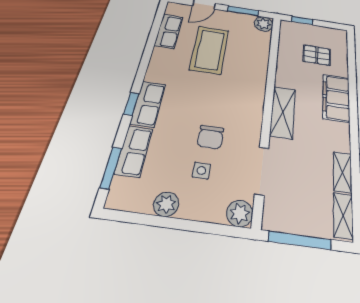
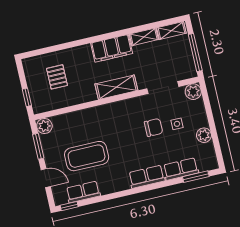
filing cabinet: (336, 98) -> (112, 48), moved
window: (131, 104) -> (69, 206), moved

